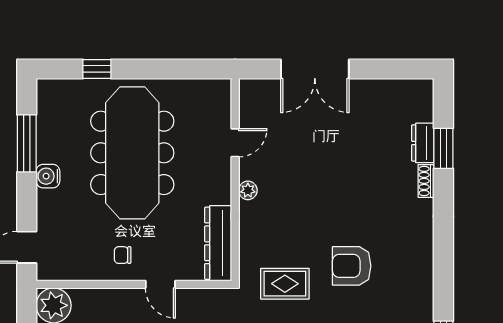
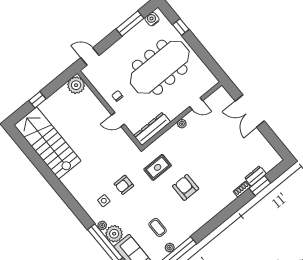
water cooler: (48, 176) -> (152, 19), moved
door: (160, 284) -> (118, 120), hinge flipped
rug: (285, 284) -> (158, 167), turned 90

